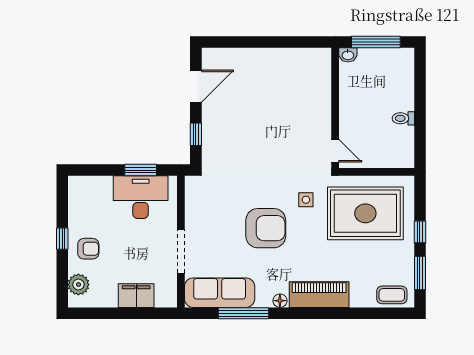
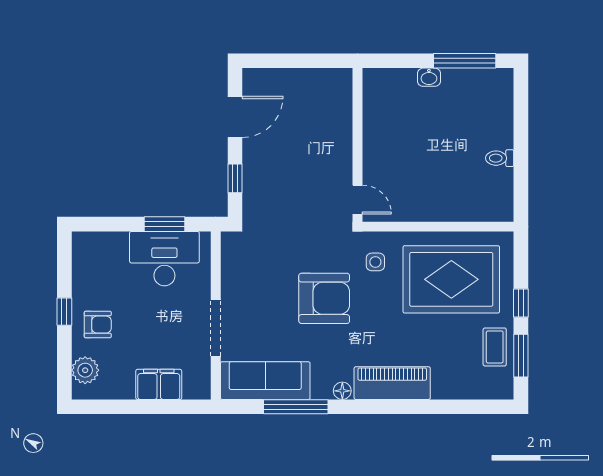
wall: (335, 108) -> (357, 145), moved
door: (335, 151) -> (357, 200), moved
coffee table: (392, 295) -> (495, 347), moved, turned 90

